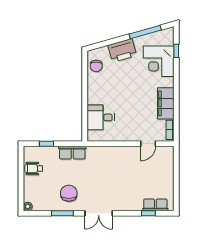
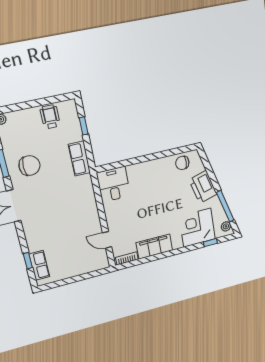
plant: (165, 34) -> (226, 226), added
desk: (101, 117) -> (113, 184), moved

